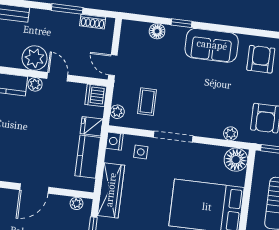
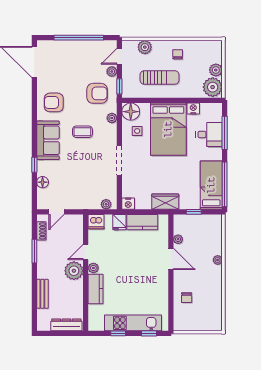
door: (113, 65) -> (57, 212), moved
coffee table: (147, 102) -> (82, 132), moved
side table: (141, 152) -> (137, 131), moved
wardrobe: (111, 190) -> (165, 202), width x0.67
plant: (76, 203) -> (178, 239), moved

